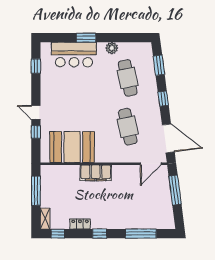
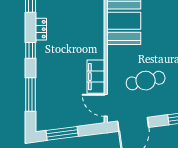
filing cabinet: (96, 173) -> (96, 77), moved
window: (175, 190) -> (62, 133), moved

